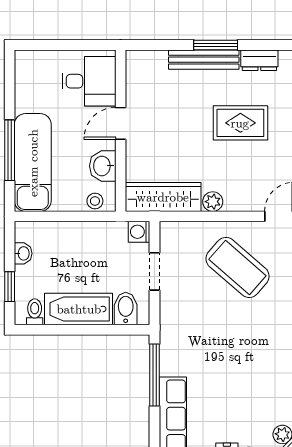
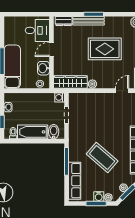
dresser: (259, 60) -> (64, 21), moved
rug: (240, 123) -> (105, 49), width x1.36, depth x1.43
coffee table: (237, 267) -> (102, 158), moved

